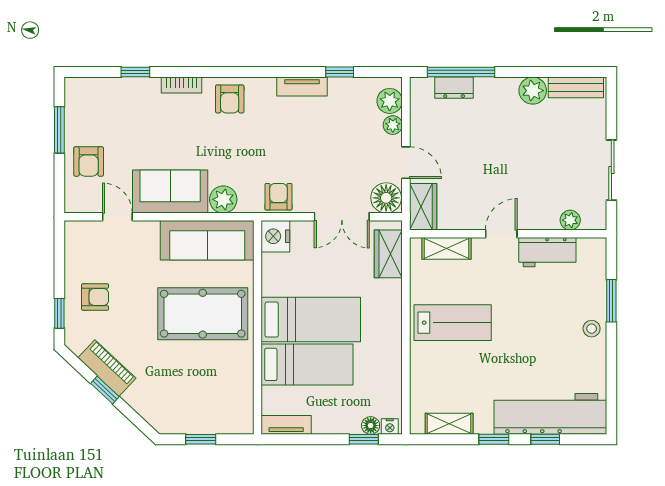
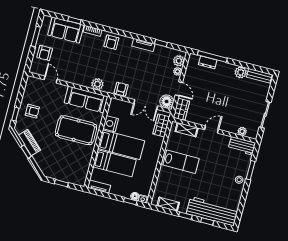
sofa: (170, 191) -> (66, 30), moved, turned 180
nightstand: (275, 236) -> (111, 124), moved
workbench: (547, 252) -> (242, 146), moved

